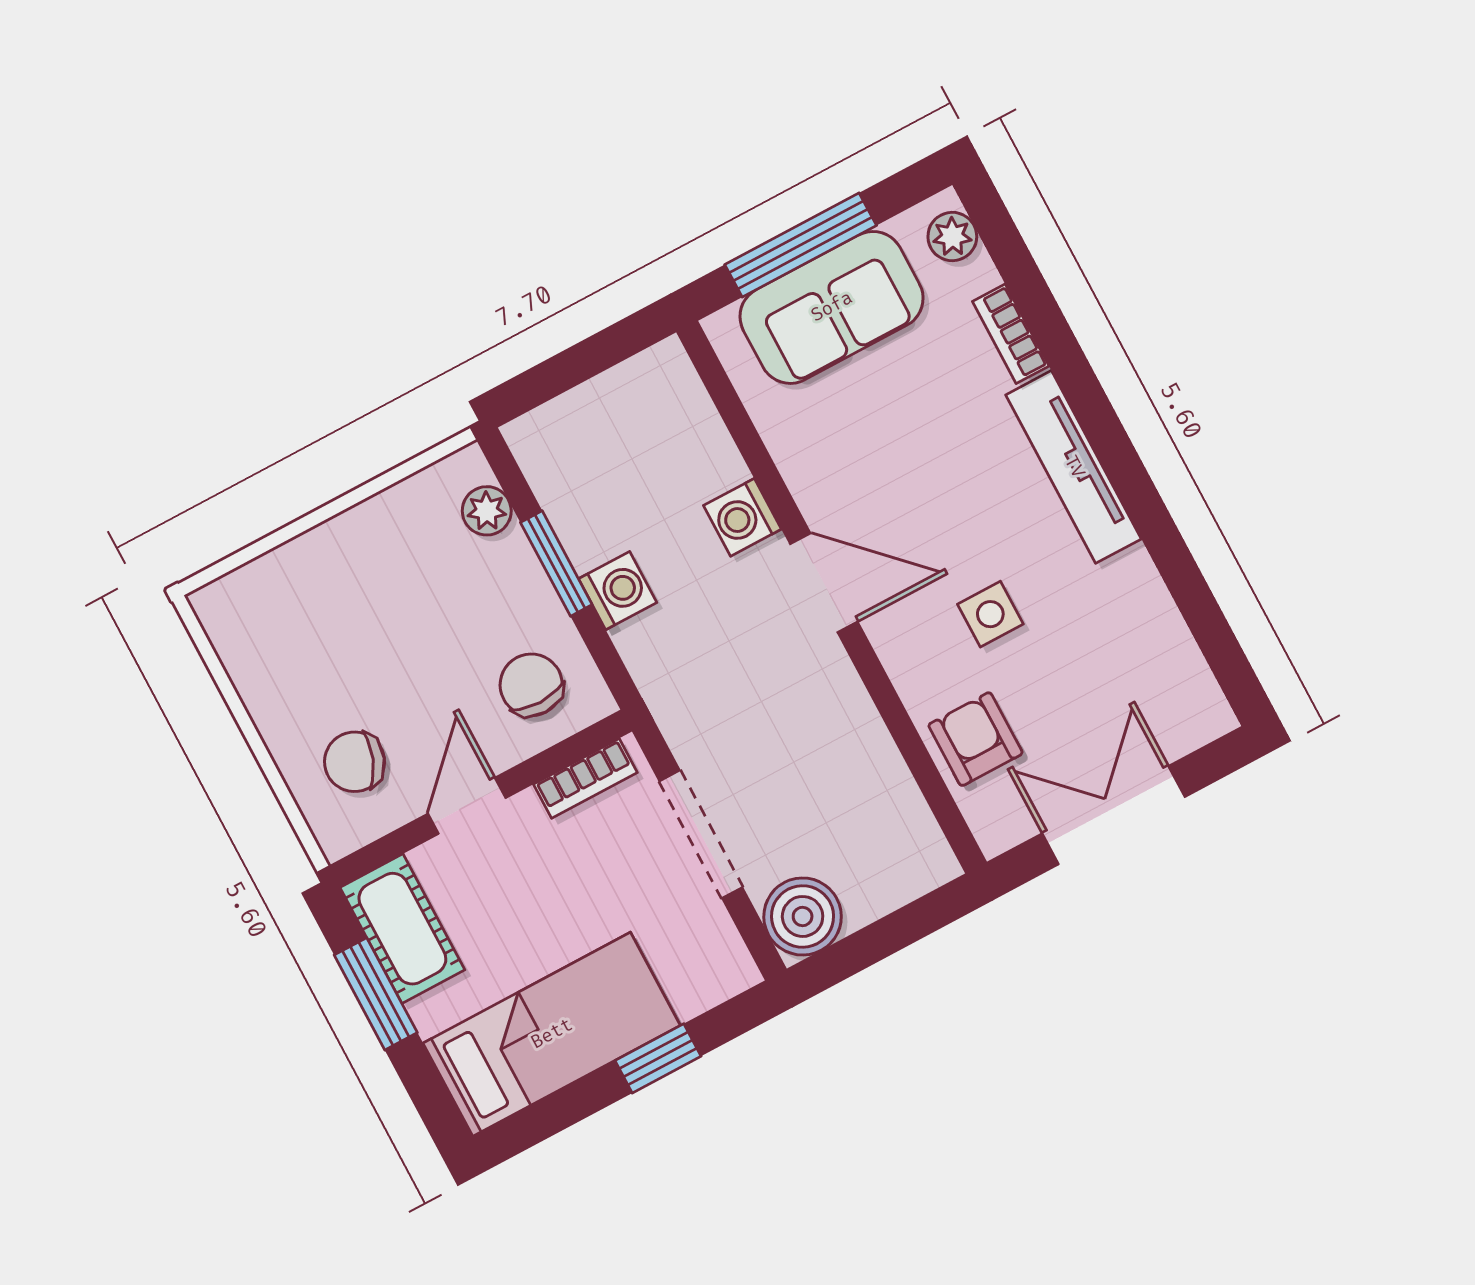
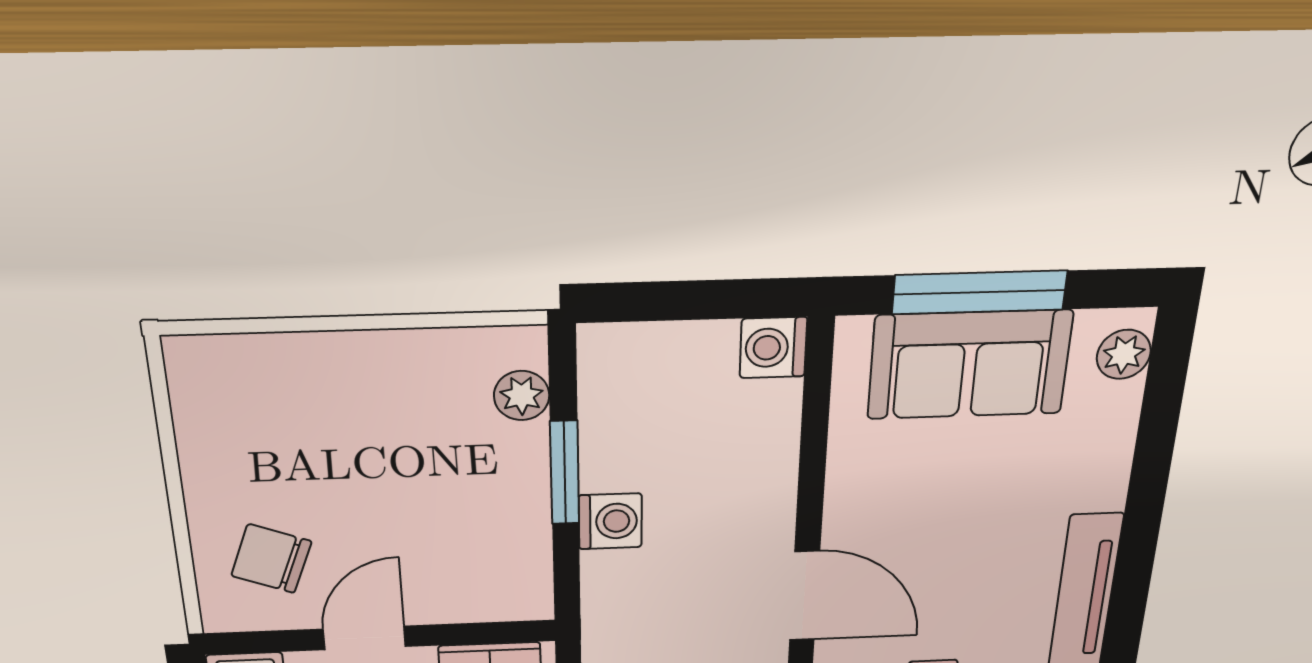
bookcase: (1011, 334) -> (1113, 465), removed
washing machine: (742, 517) -> (773, 348), moved
chair: (531, 685) -> (481, 565), removed

